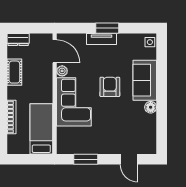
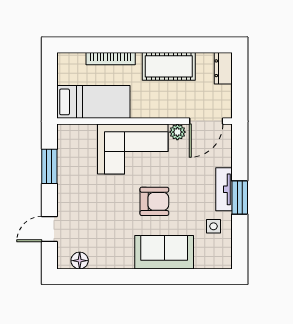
side table: (150, 42) -> (213, 226), moved
cot: (14, 72) -> (169, 66), width x1.37, depth x1.34
floor lamp: (151, 107) -> (80, 261), moved

